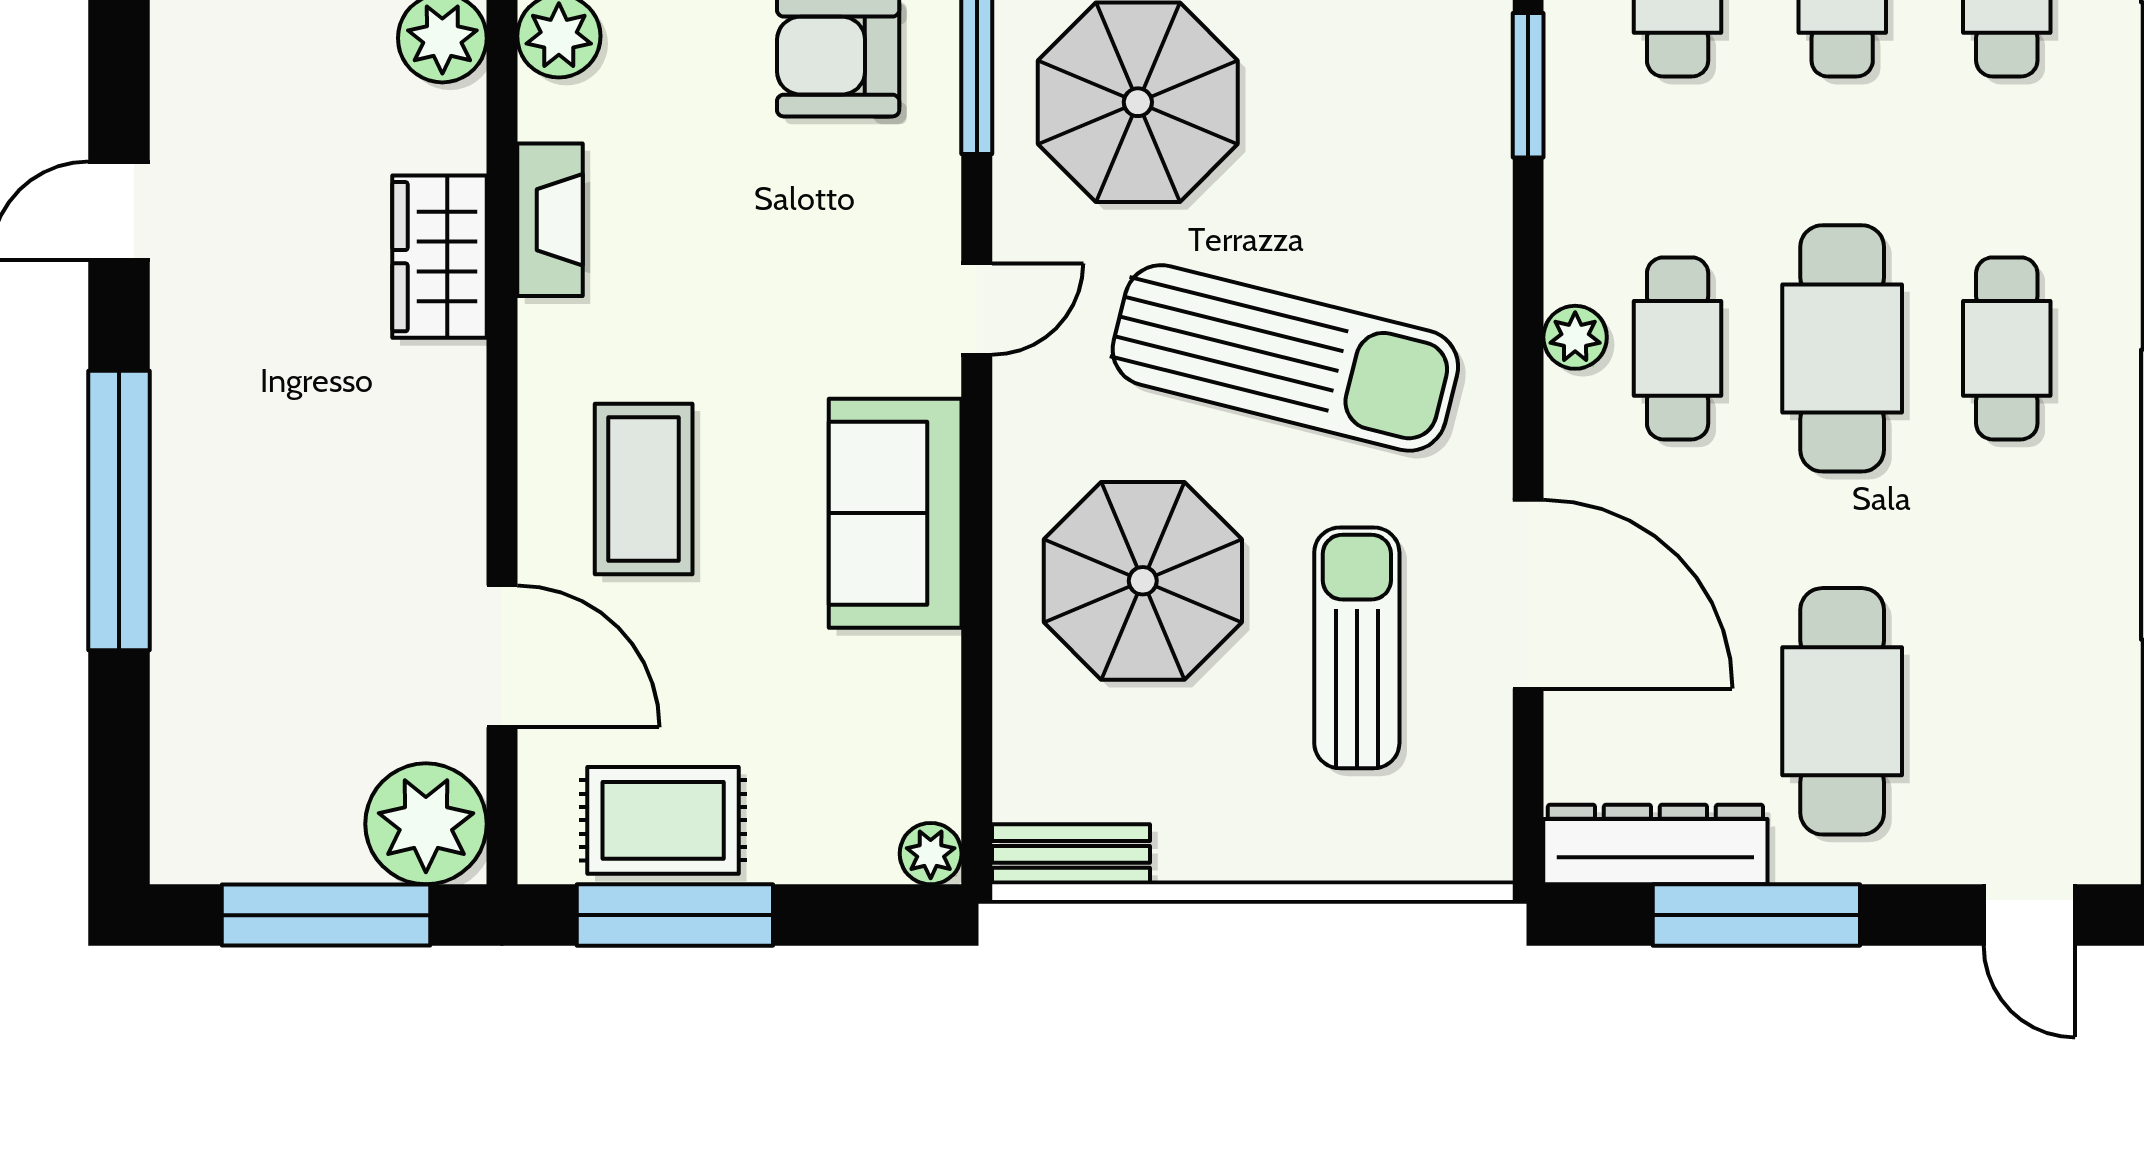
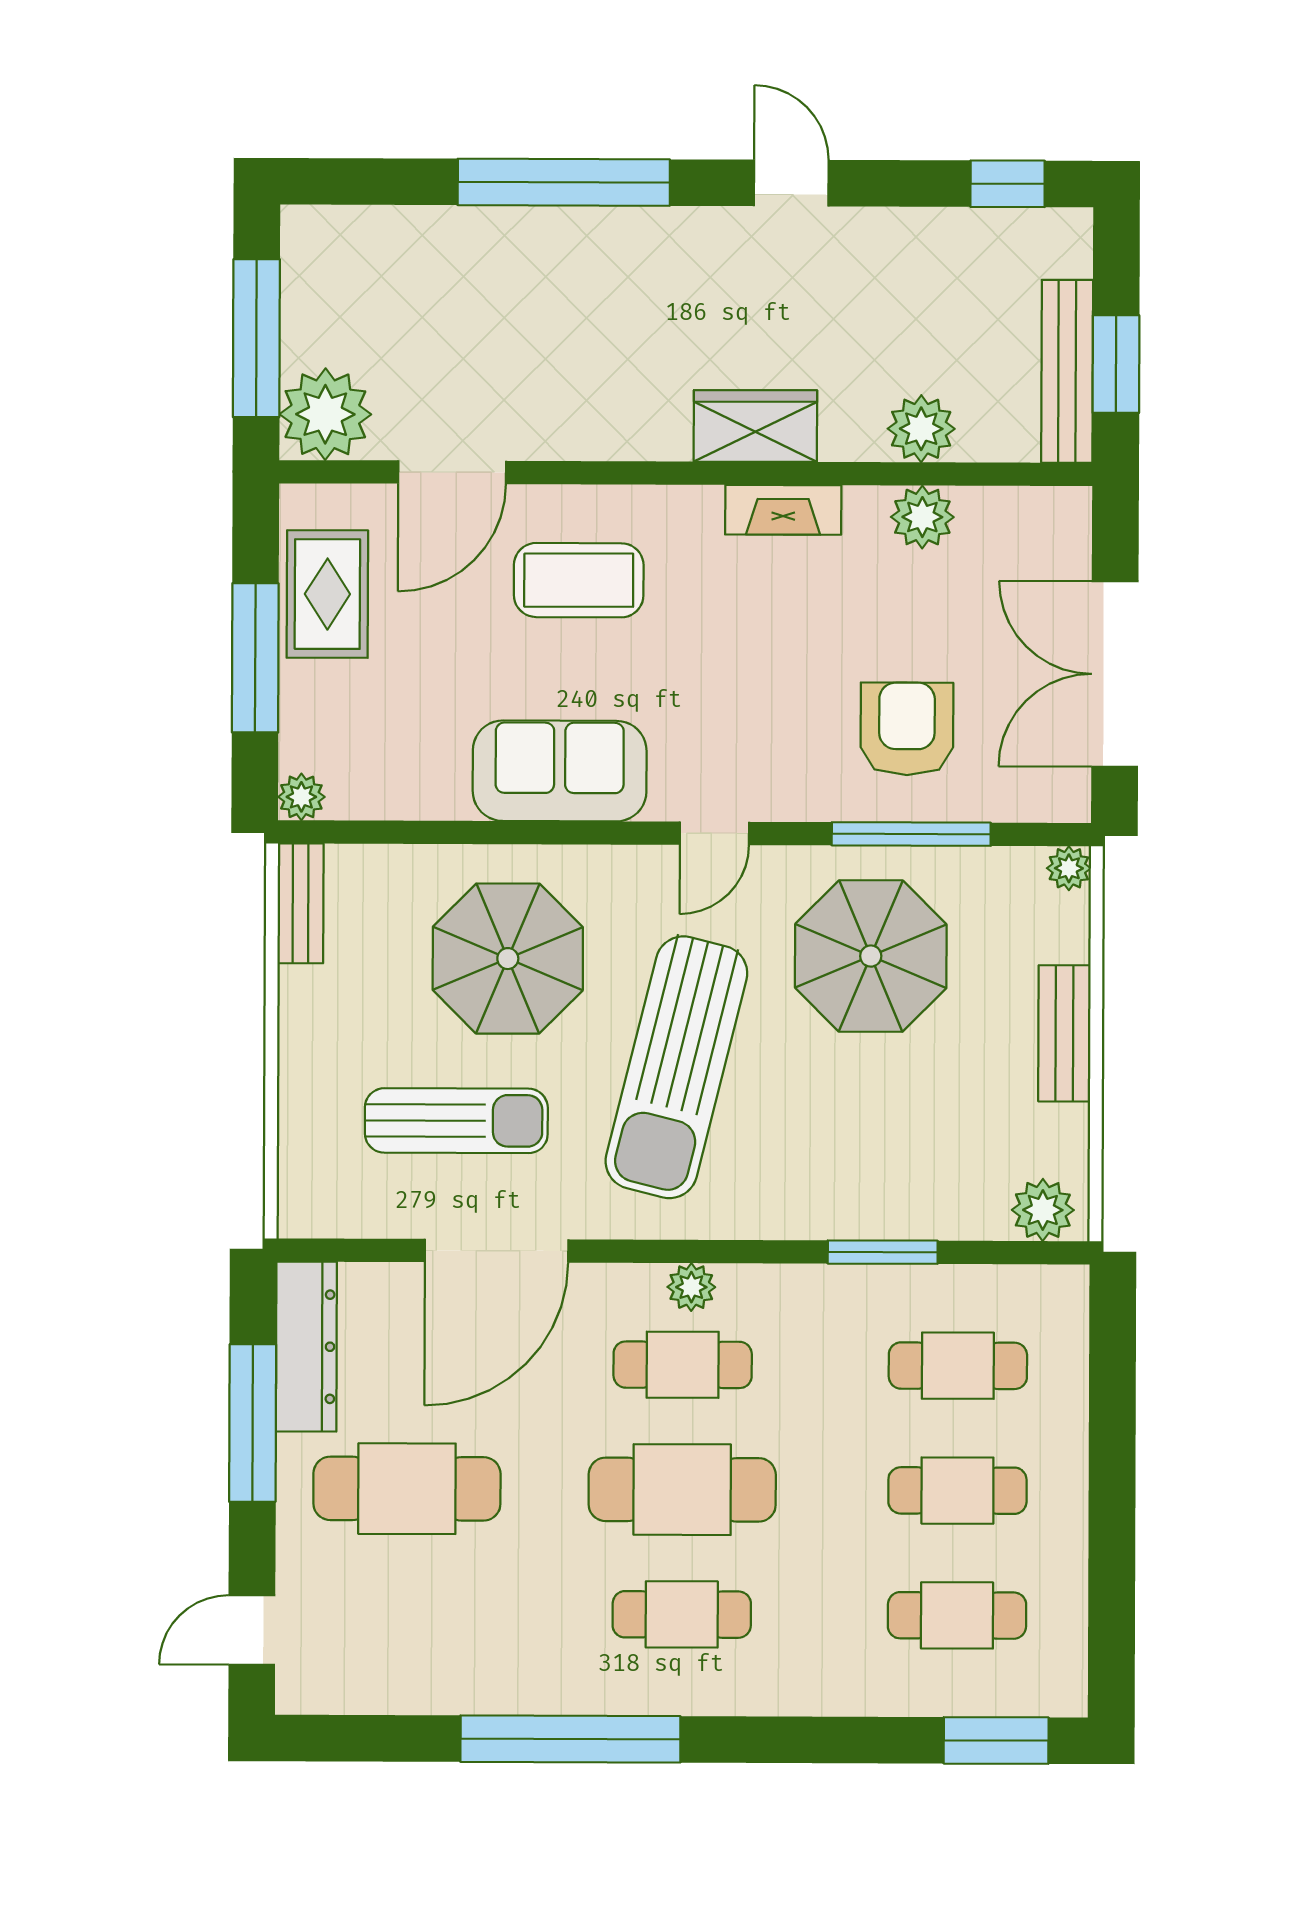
door: (977, 309) -> (714, 833), hinge flipped
window: (675, 915) -> (255, 658), moved

